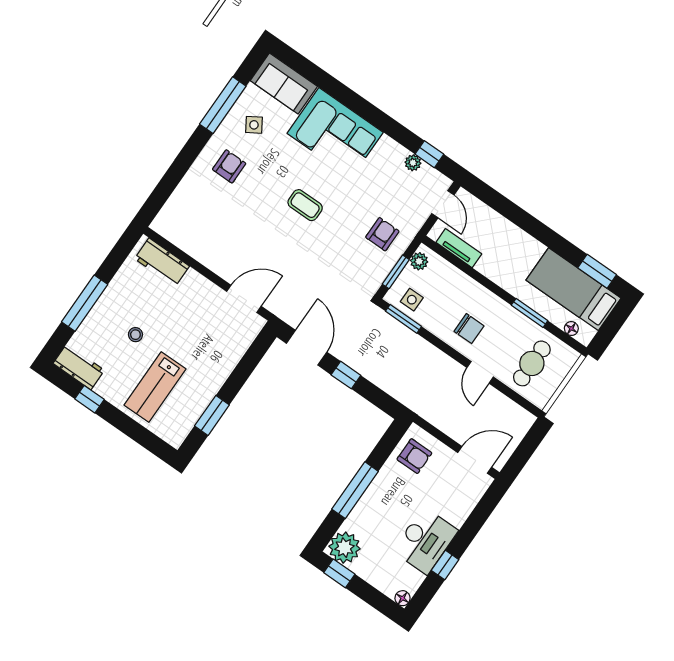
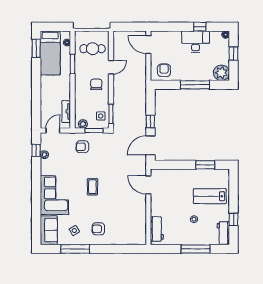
lab bench: (155, 387) -> (210, 196), turned 180
window: (339, 573) -> (233, 54), moved

